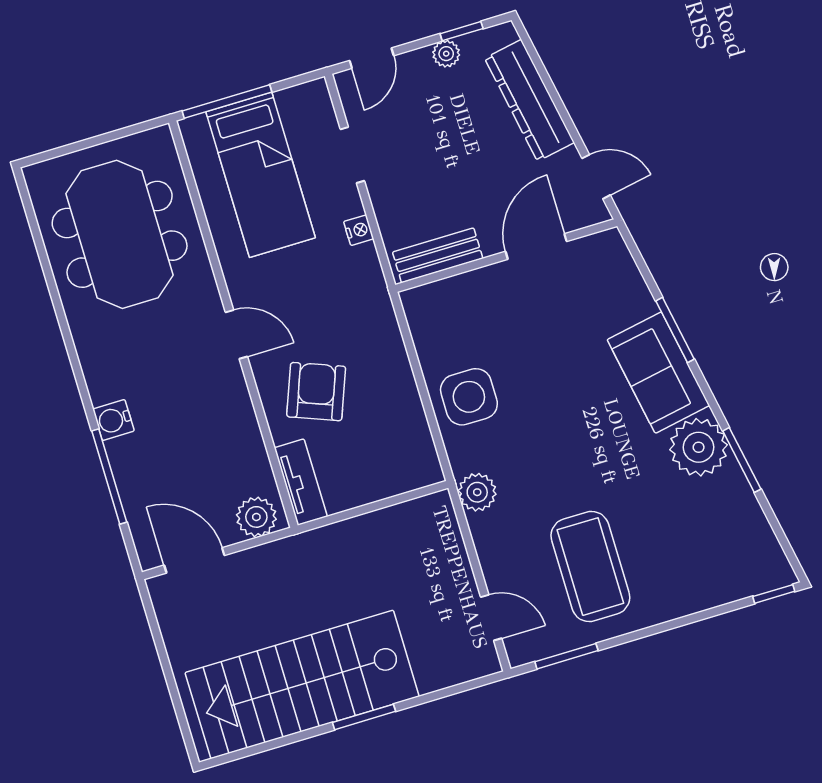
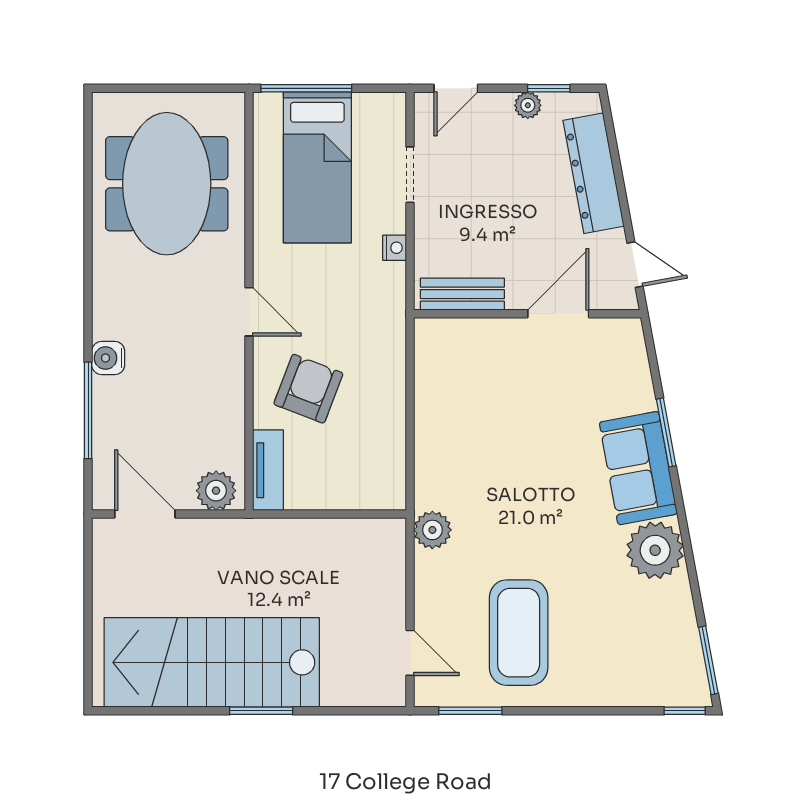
side table: (469, 397) -> (452, 437), removed
window: (742, 460) -> (708, 660), moved

